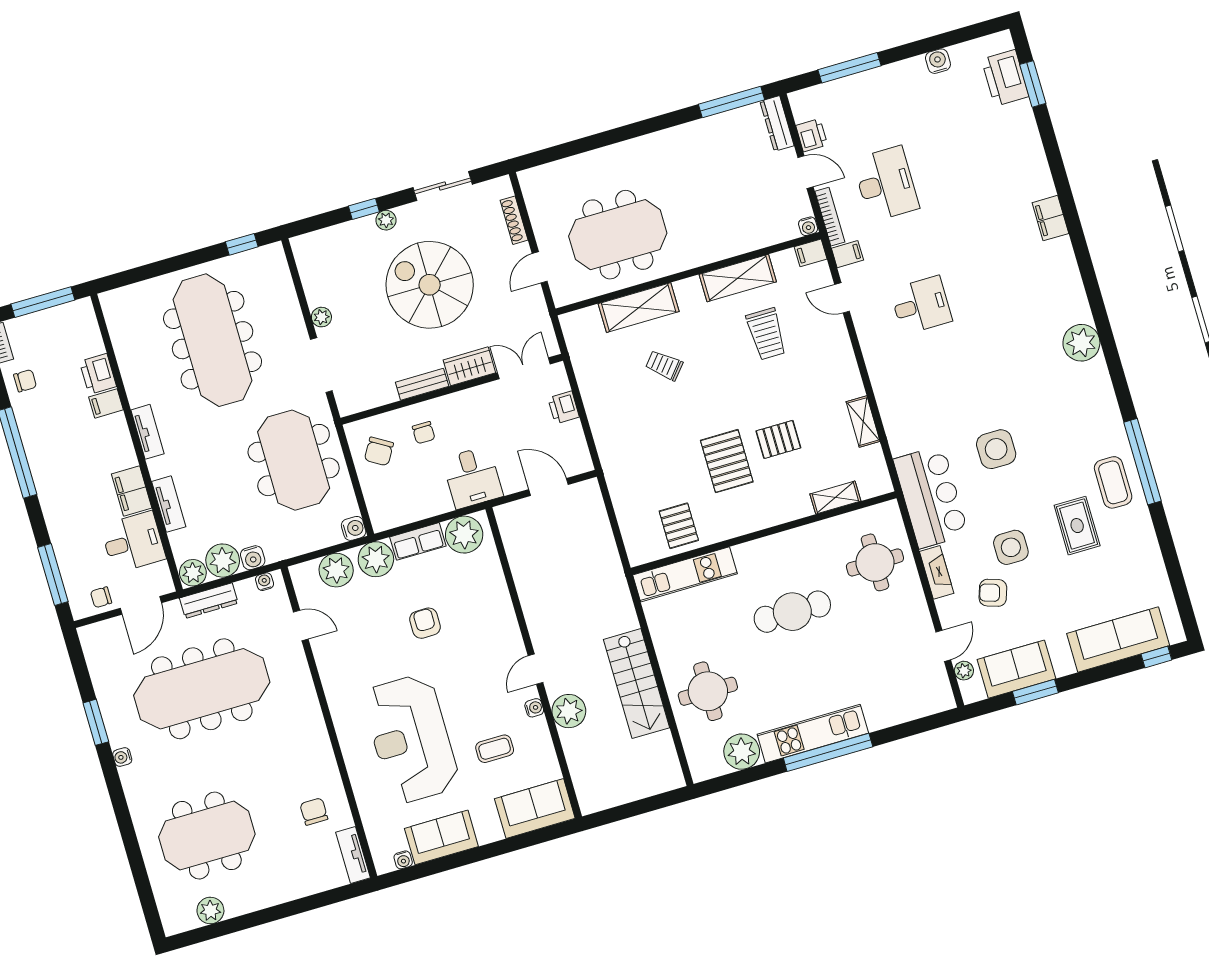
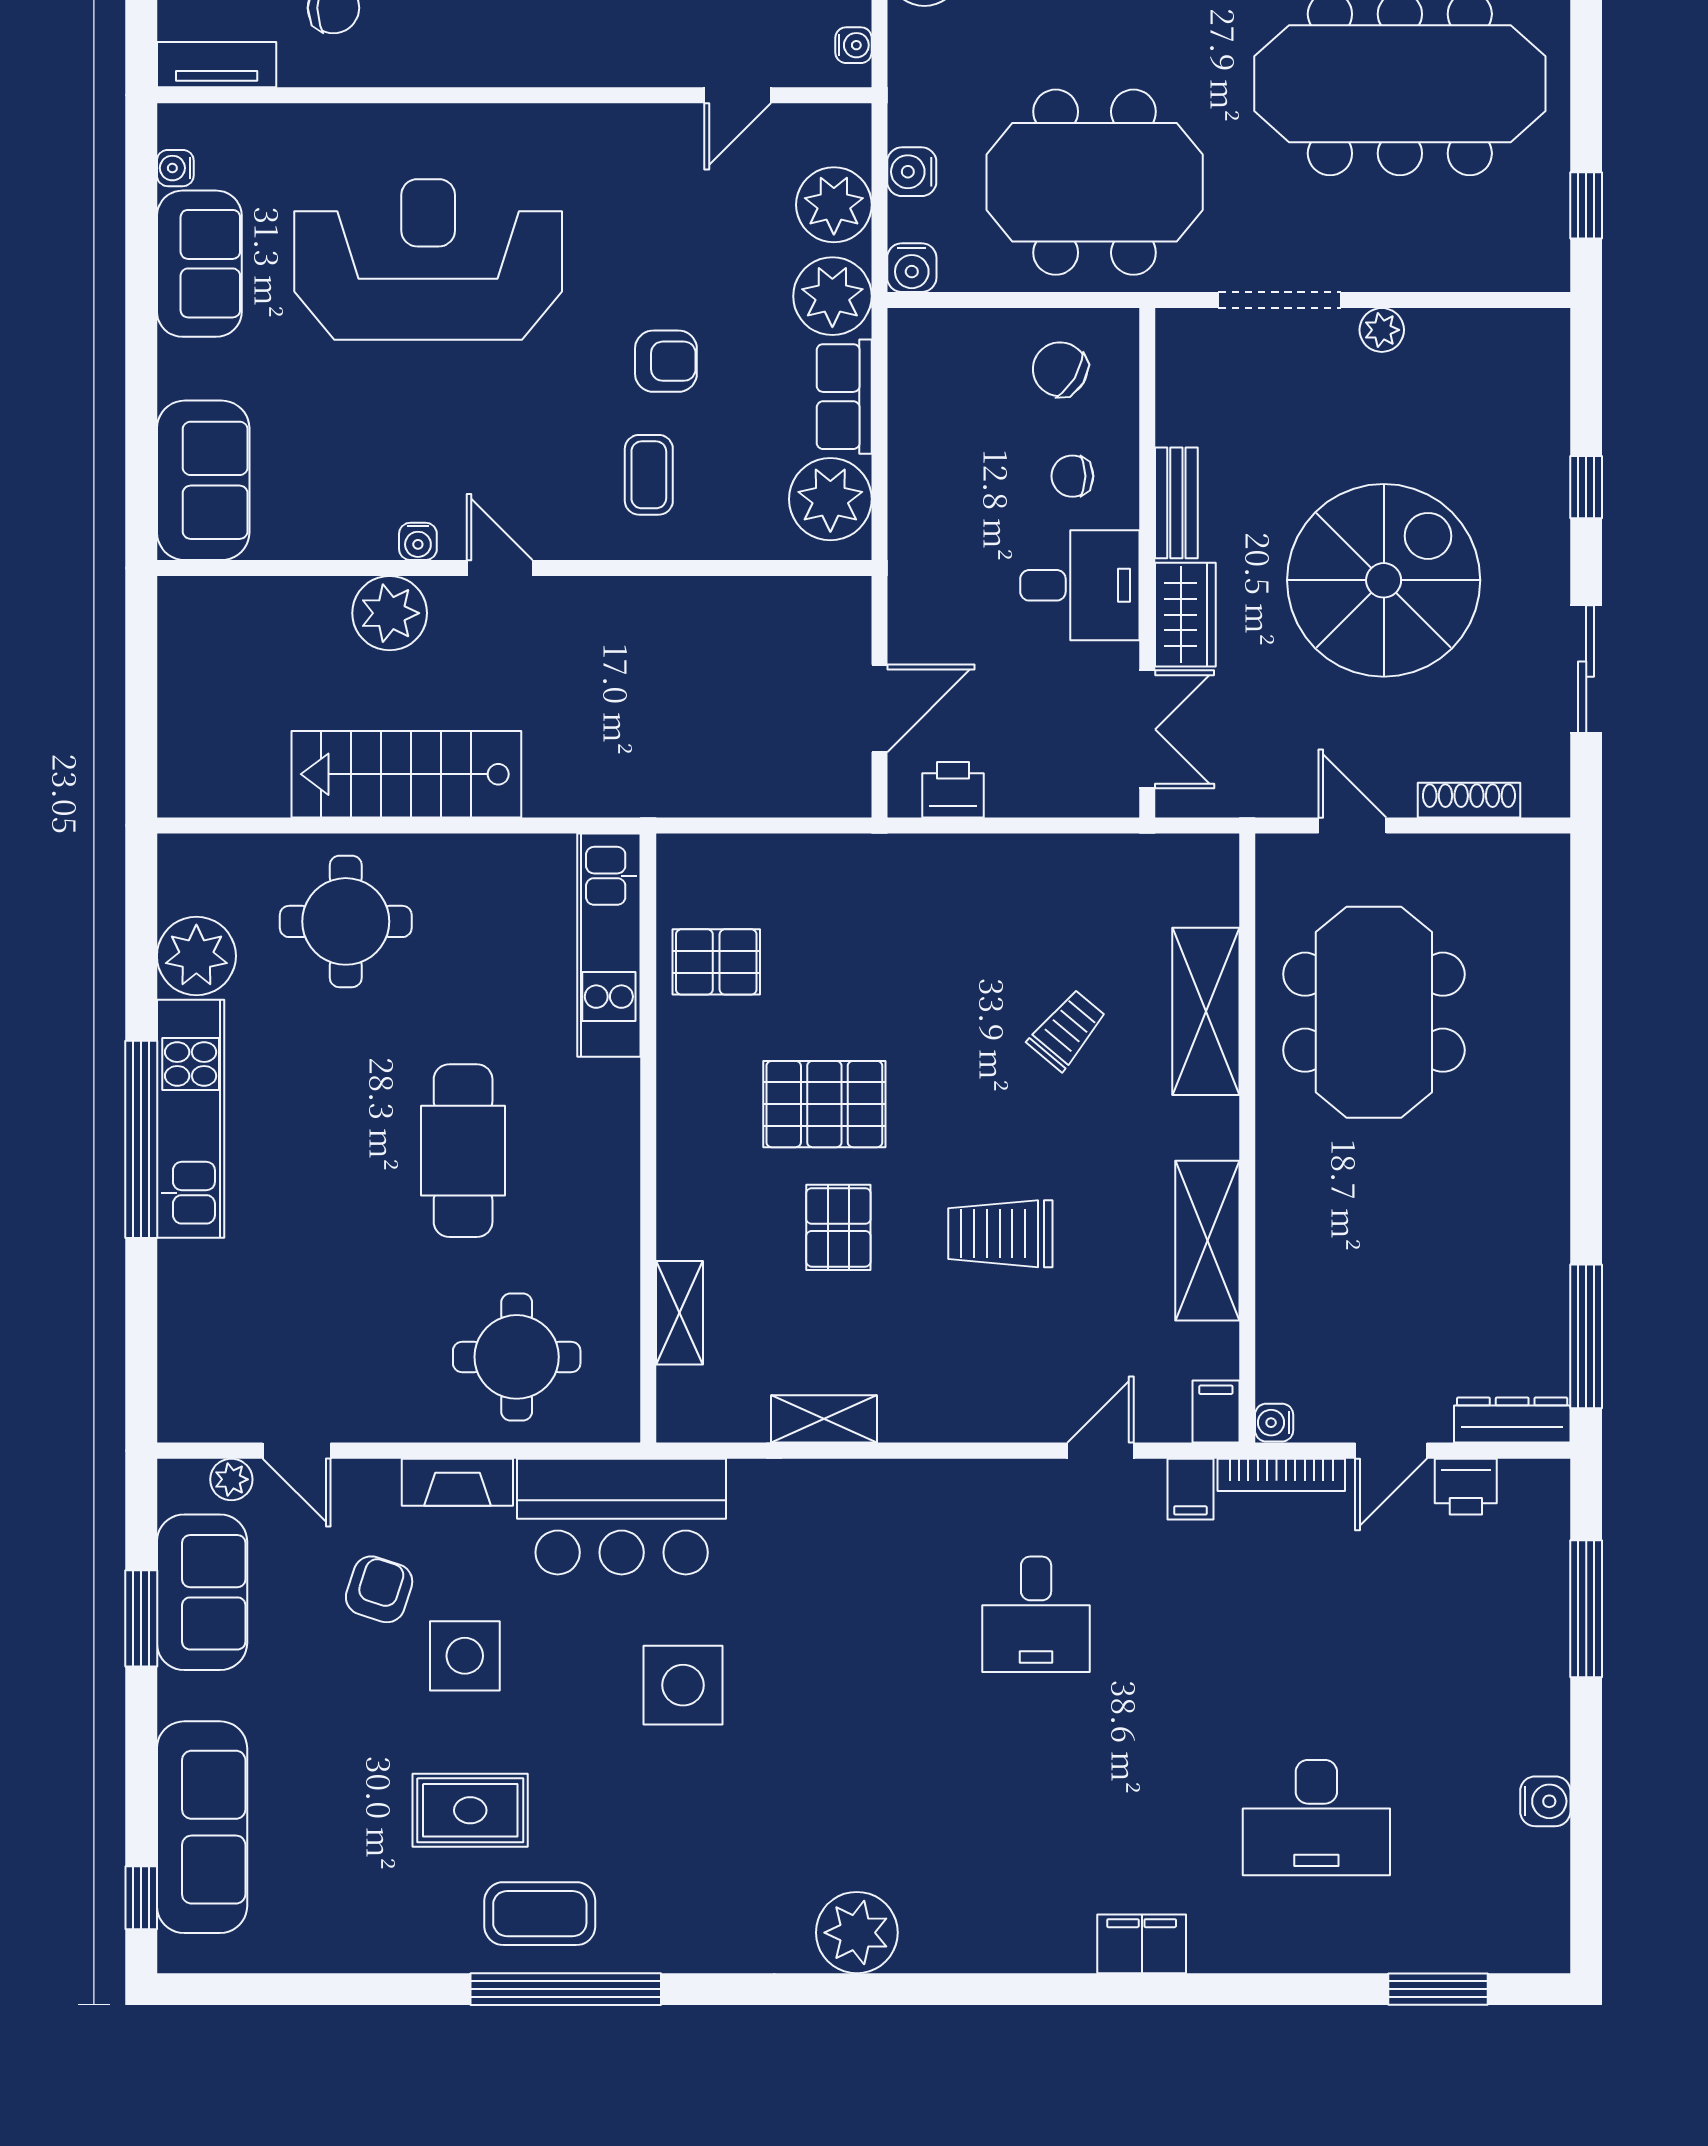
printer: (1005, 78) -> (1468, 1934), removed
desk: (886, 184) -> (1316, 1818), moved
plant: (386, 220) -> (1548, 527), removed
trolley: (766, 334) -> (1000, 1234), moved
printer: (564, 407) -> (953, 790), moved
desk: (472, 477) -> (1080, 585), moved, turned 180
water cooler: (253, 558) -> (912, 172), moved
coffee table: (495, 749) -> (649, 475), moved

